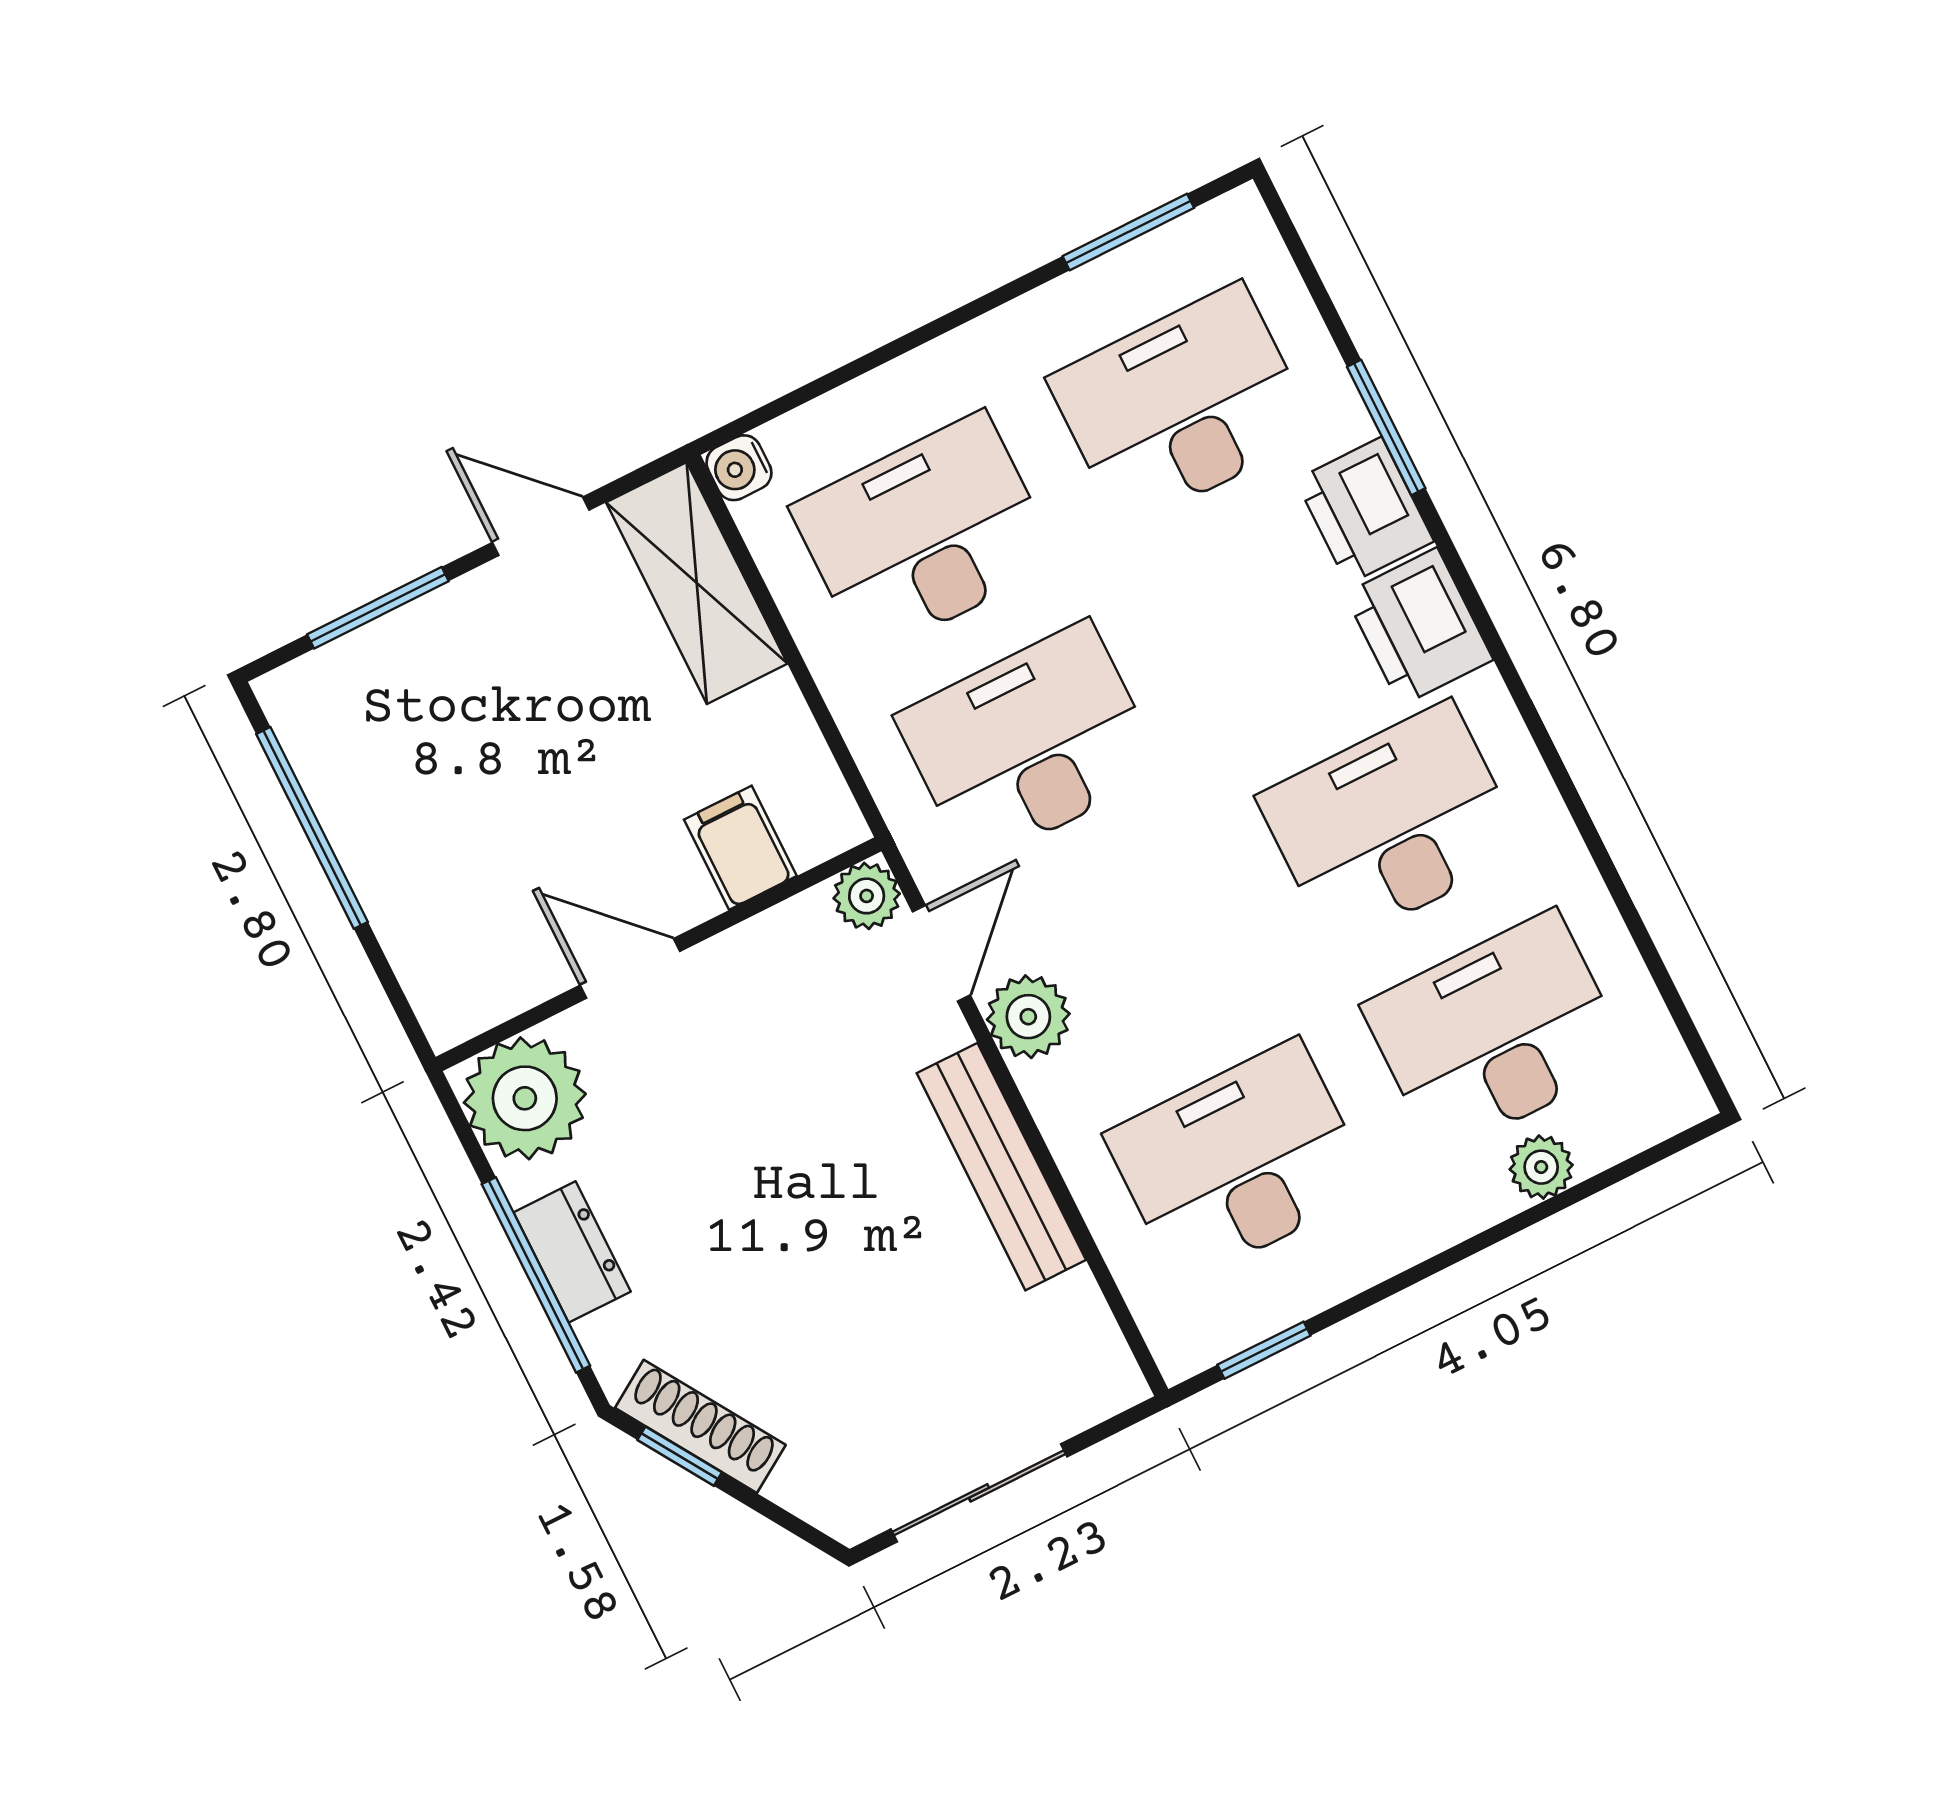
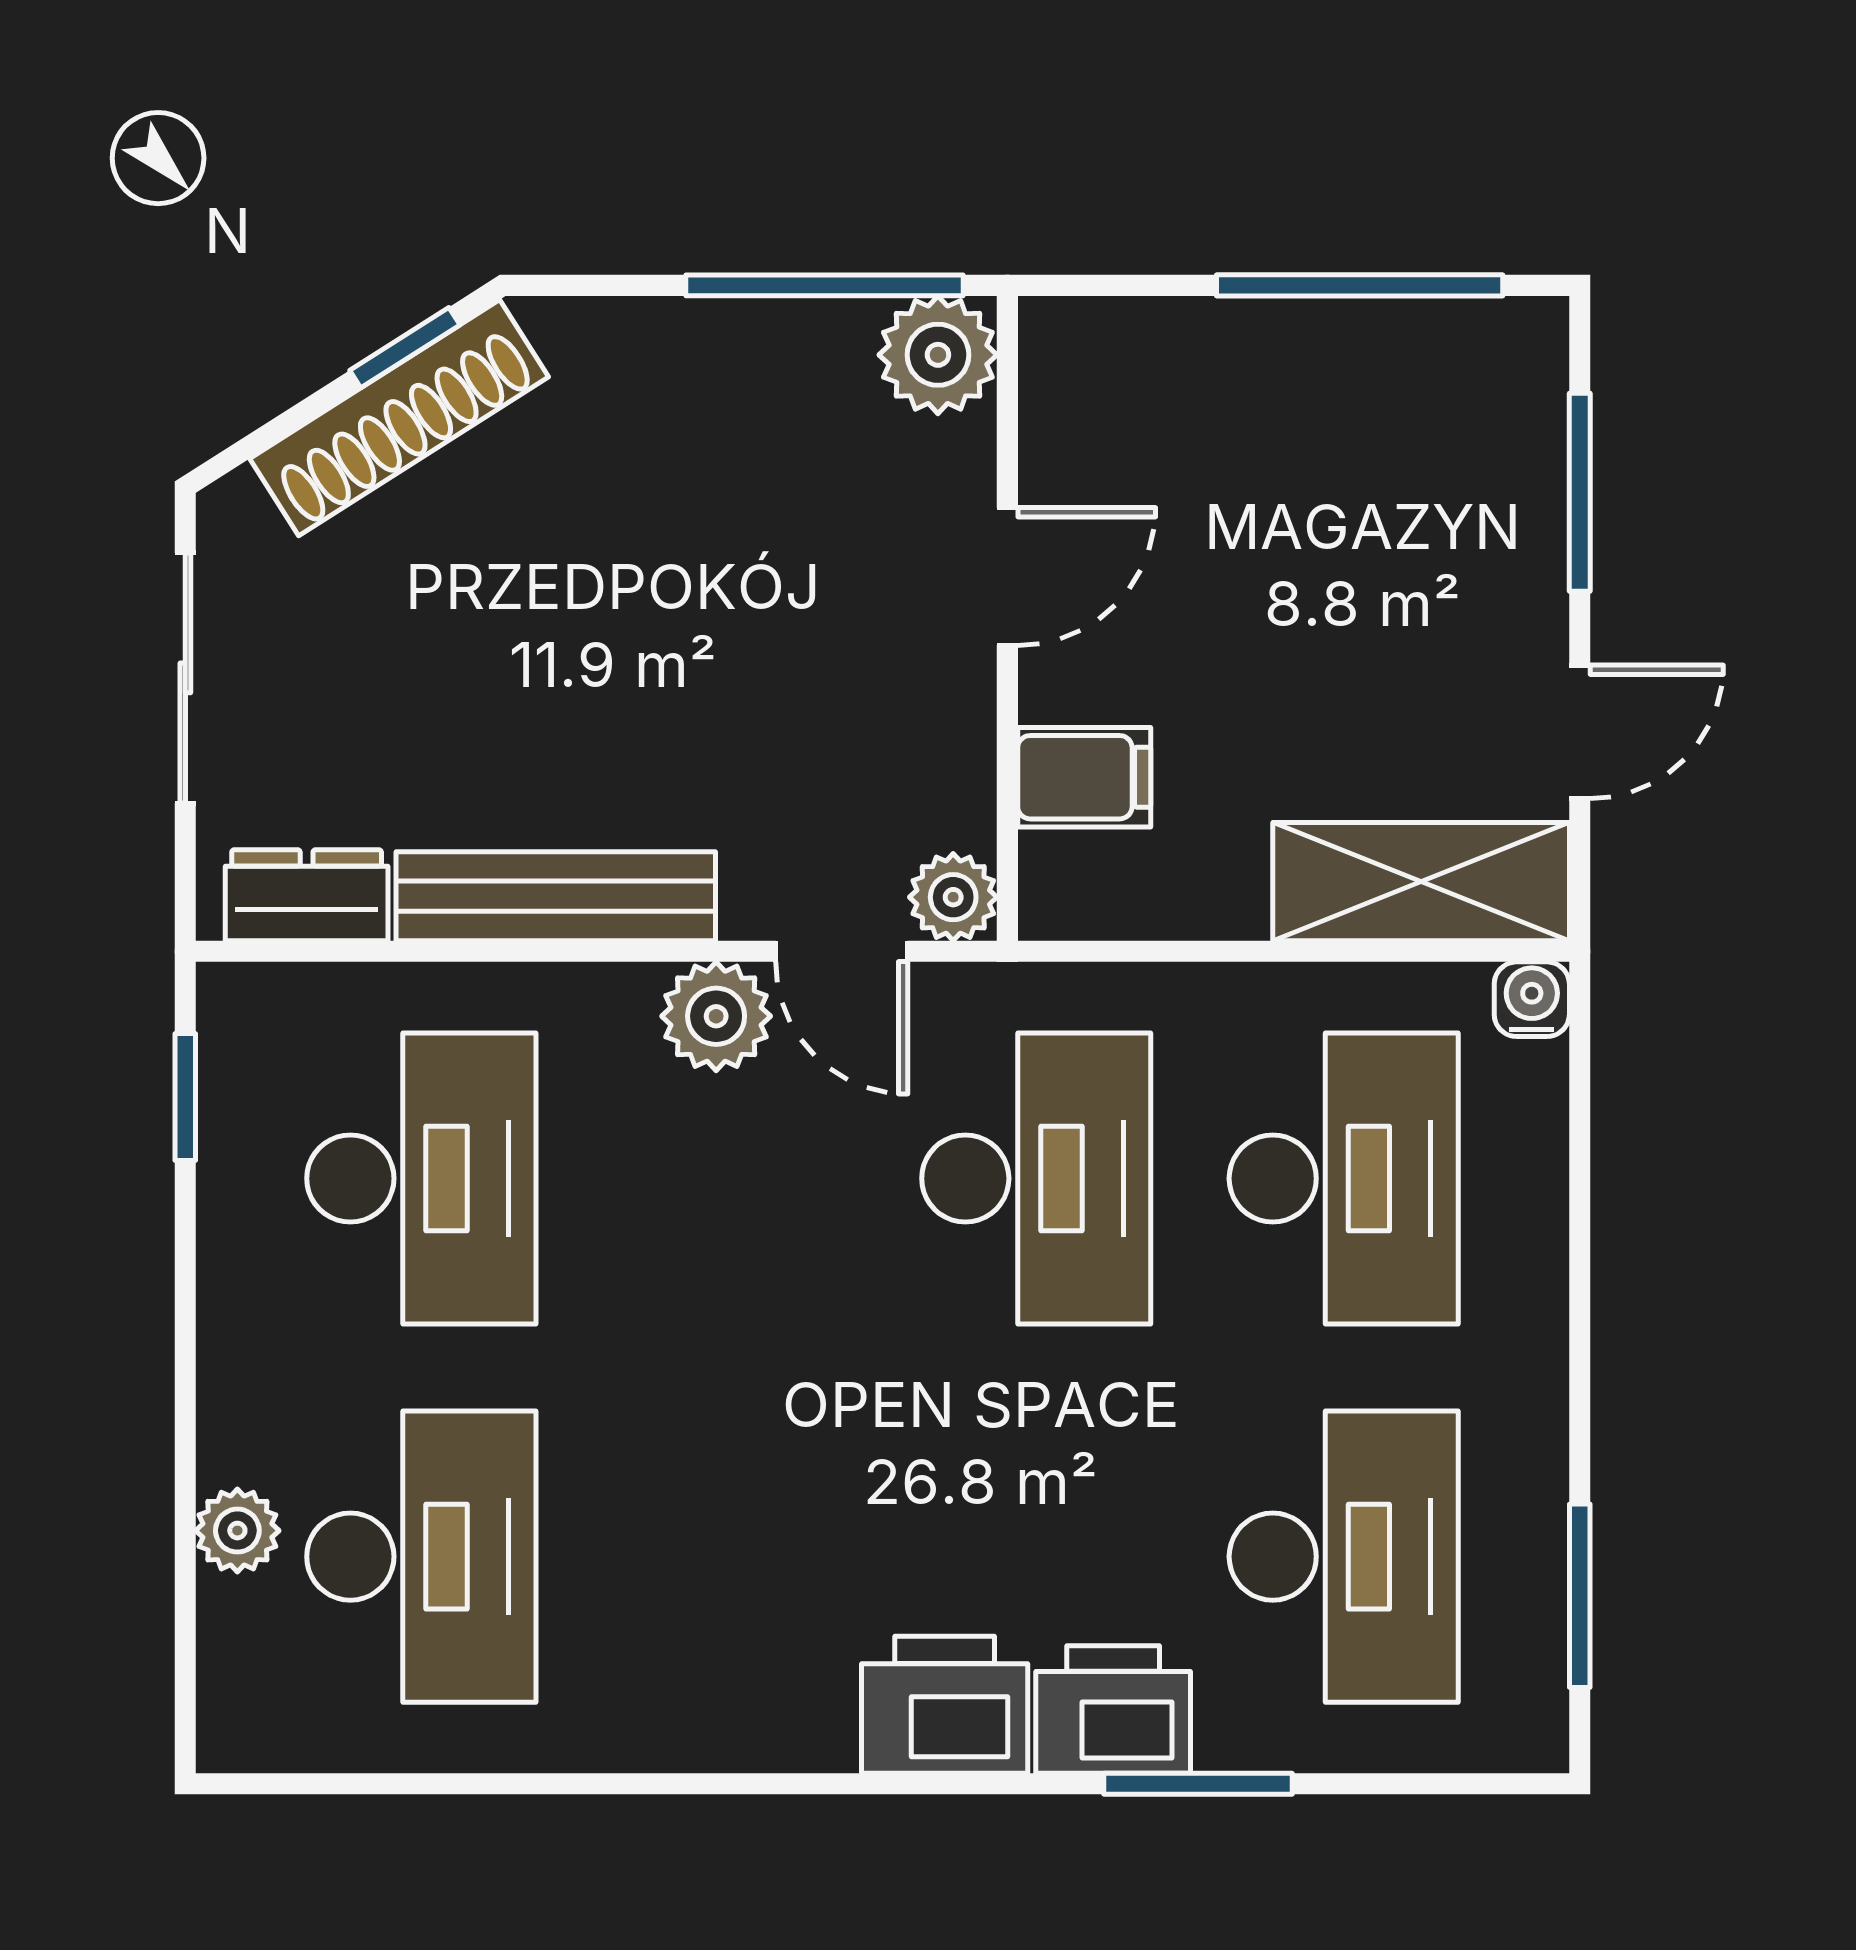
desk: (1392, 824) -> (729, 1557), removed
plant: (525, 1098) -> (938, 355), width x0.73, depth x0.73
dresser: (572, 1252) -> (307, 895), moved, turned 180
window: (536, 1275) -> (825, 285), moved
shoe rack: (700, 1426) -> (399, 418), width x1.36, depth x1.24

